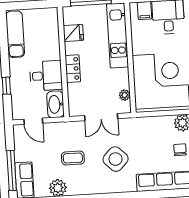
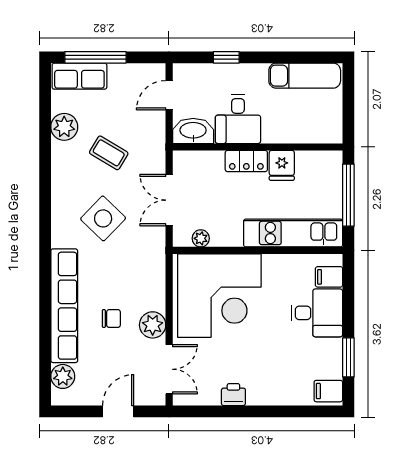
fridge: (73, 33) -> (282, 165), moved
coffee table: (73, 158) -> (109, 153), turned -59

